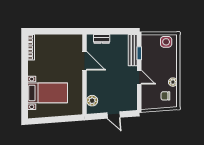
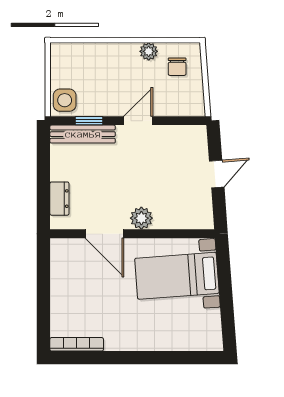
side table: (166, 42) -> (65, 100), moved
door: (85, 61) -> (105, 234), swing flipped
bed with nightstands: (48, 93) -> (177, 276), moved, turned -94
plant: (92, 101) -> (141, 218), moved

